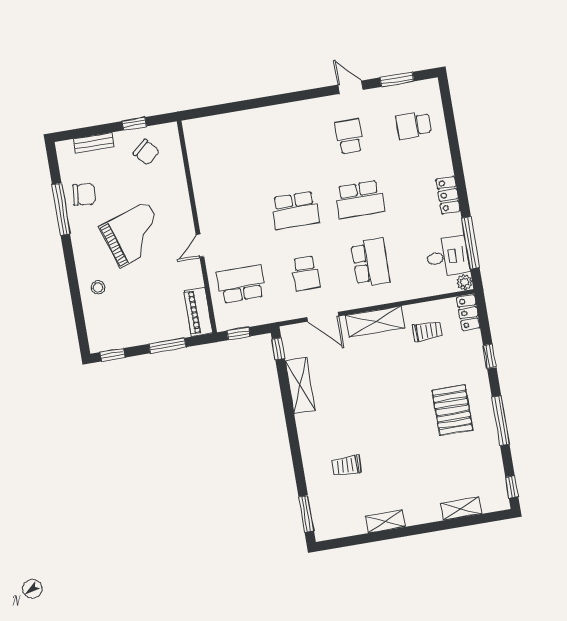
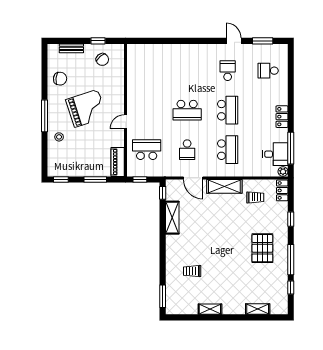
school desk: (360, 199) -> (228, 110), turned -90
window: (61, 209) -> (45, 116), moved
window: (512, 487) -> (291, 287), moved

